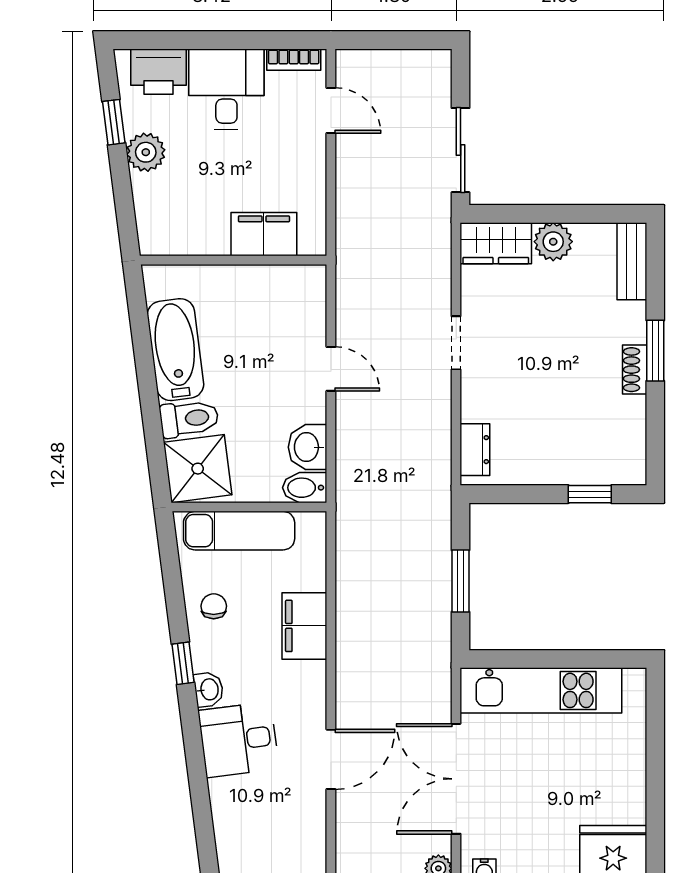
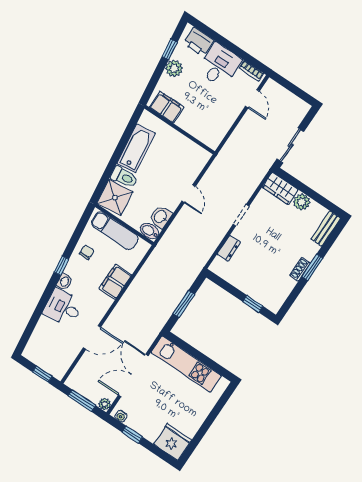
filing cabinet: (264, 234) -> (167, 107), moved
dresser: (475, 450) -> (229, 248), moved

